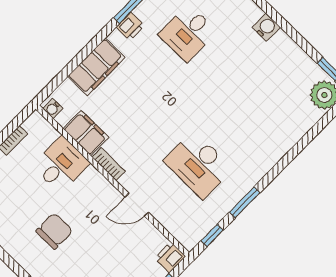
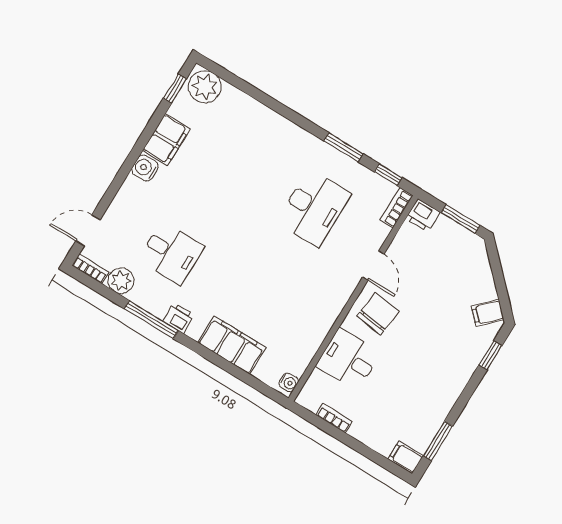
filing cabinet: (86, 133) -> (166, 140), moved, turned 180
bookcase: (109, 164) -> (397, 208), moved
chair: (54, 231) -> (378, 314), moved, turned 97

